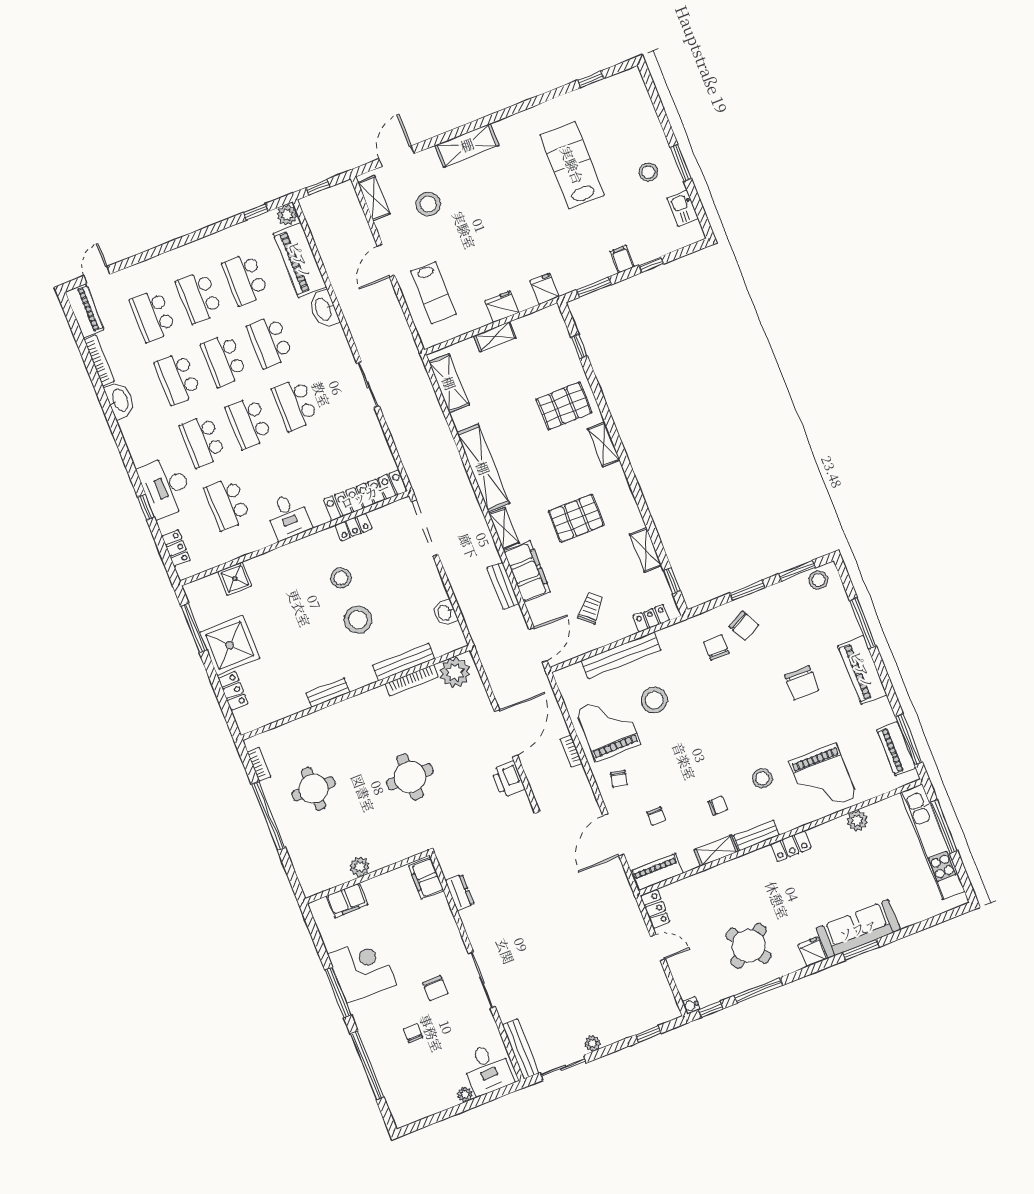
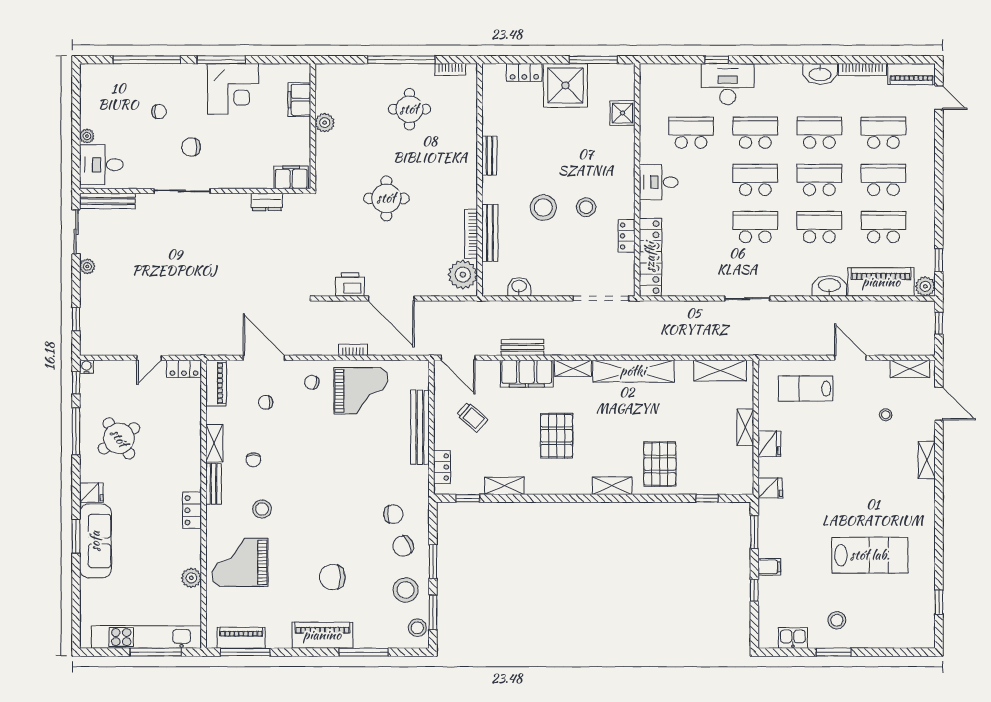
shelving: (467, 145) -> (927, 460), width x0.67, depth x0.75
stool: (428, 204) -> (886, 415), width x0.53, depth x0.53
locker: (176, 548) -> (670, 72), removed
stool: (654, 700) -> (406, 590), moved

